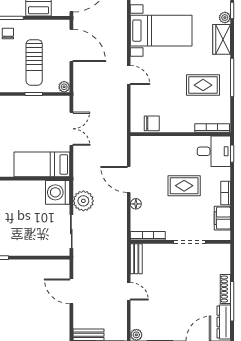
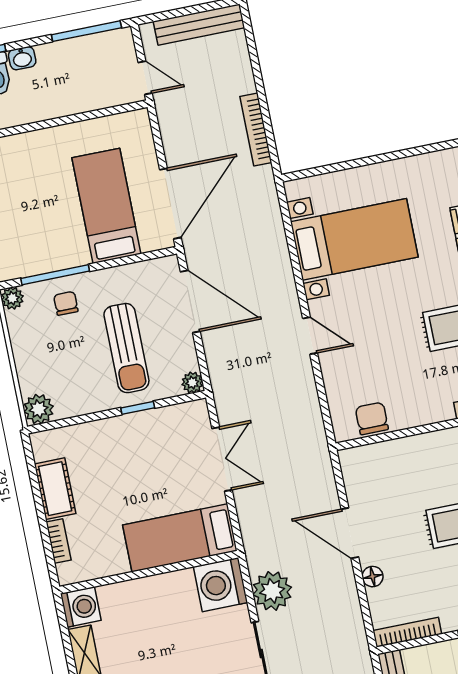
chair: (152, 123) -> (372, 418), turned -90

